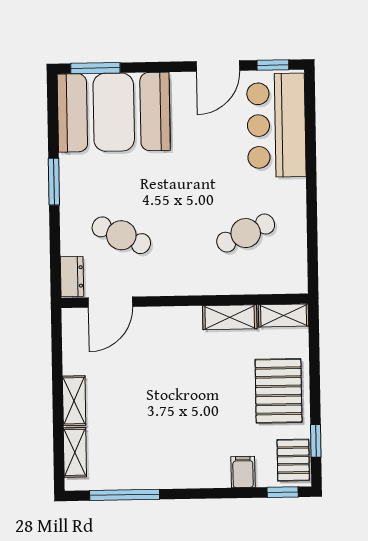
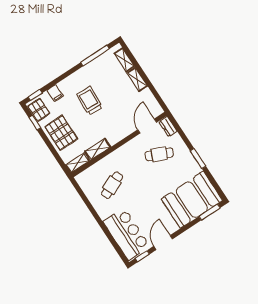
trolley: (188, 417) -> (90, 101), added

